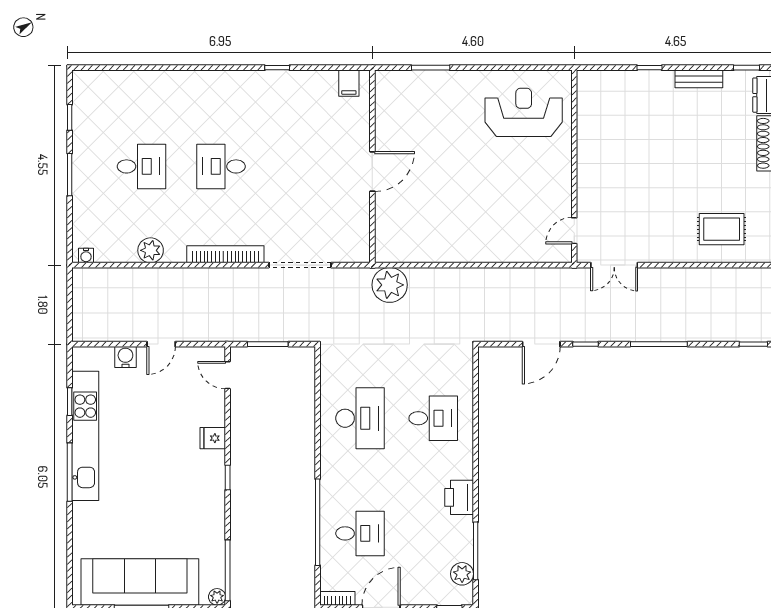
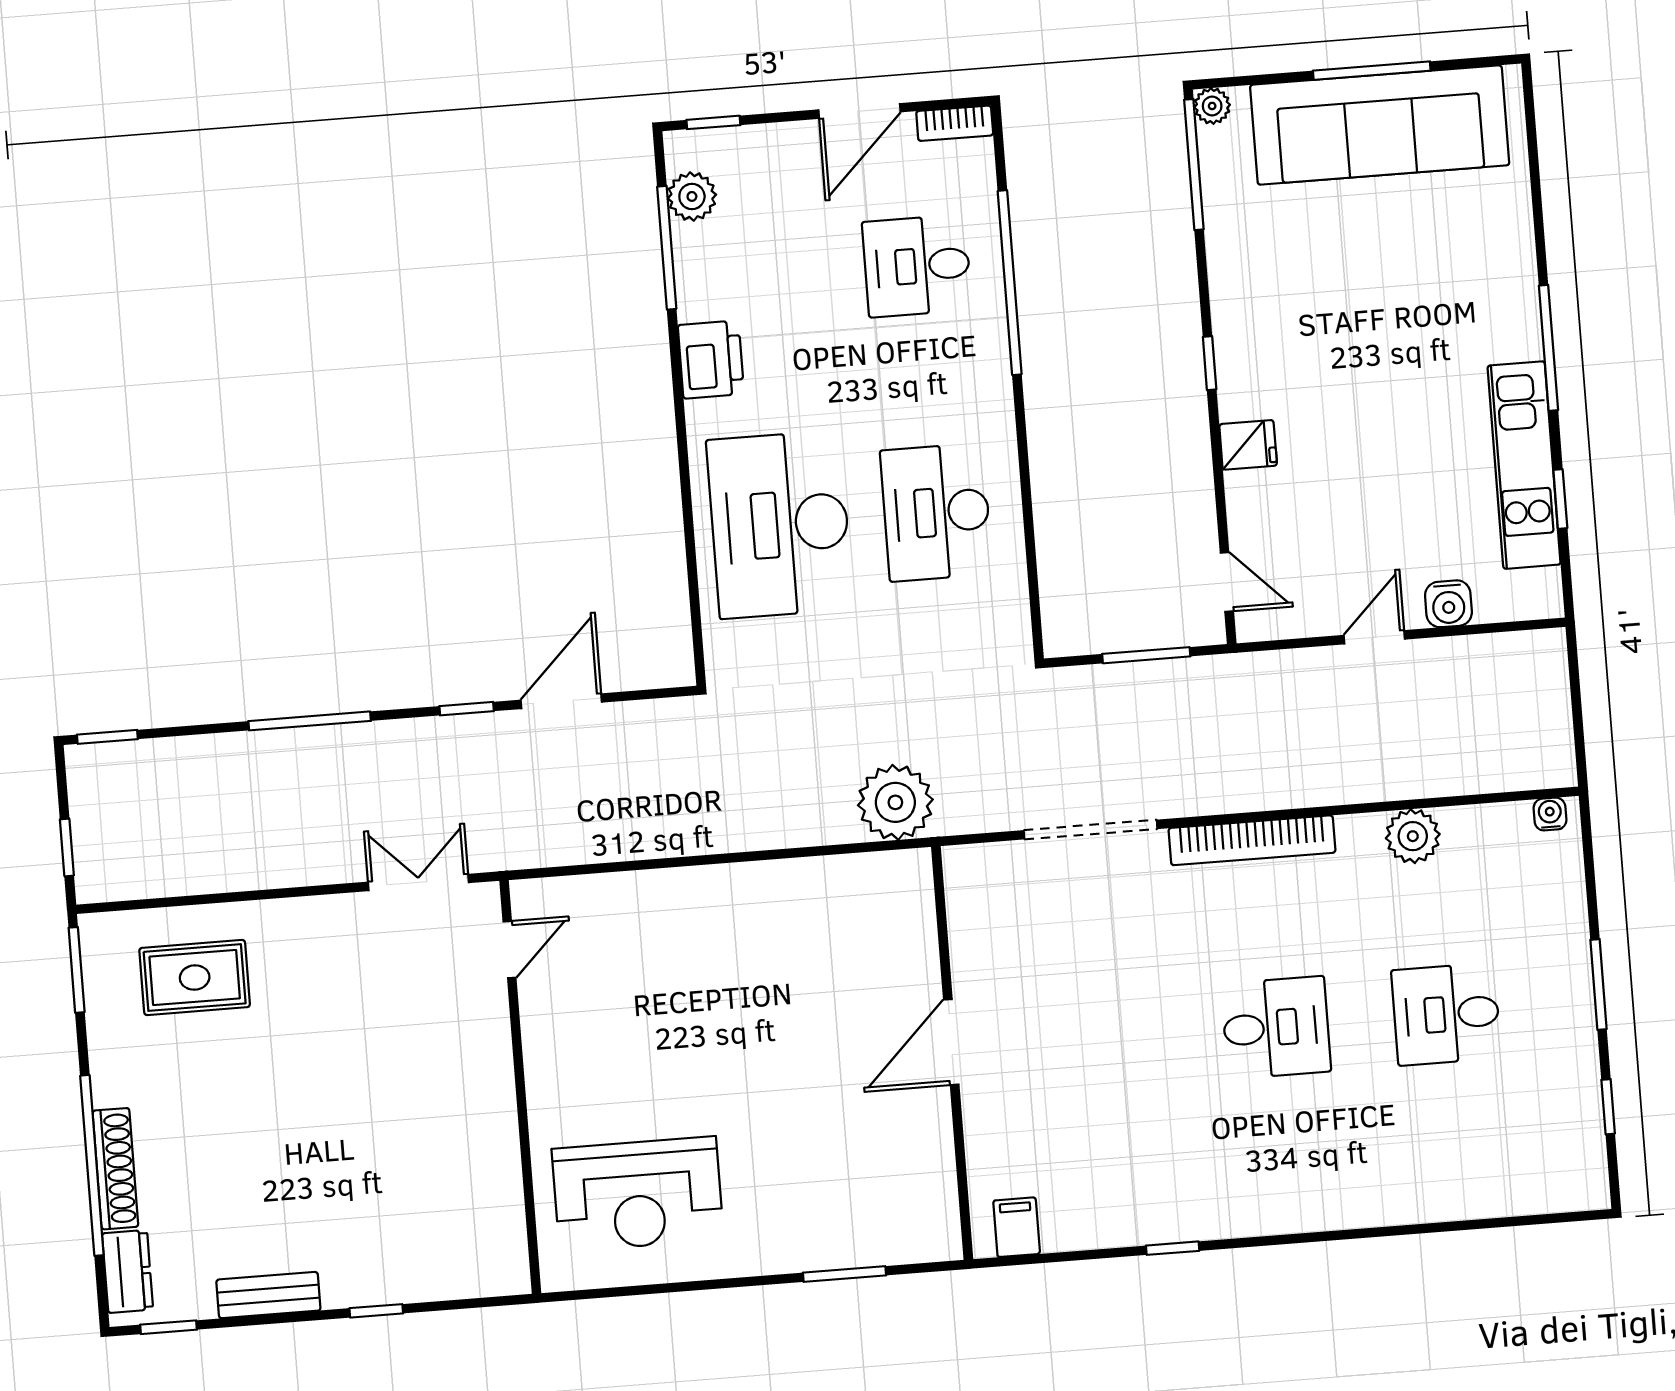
desk: (433, 418) -> (780, 525), width x1.87, depth x1.30
kitchen unit: (85, 436) -> (1524, 465), width x0.73

